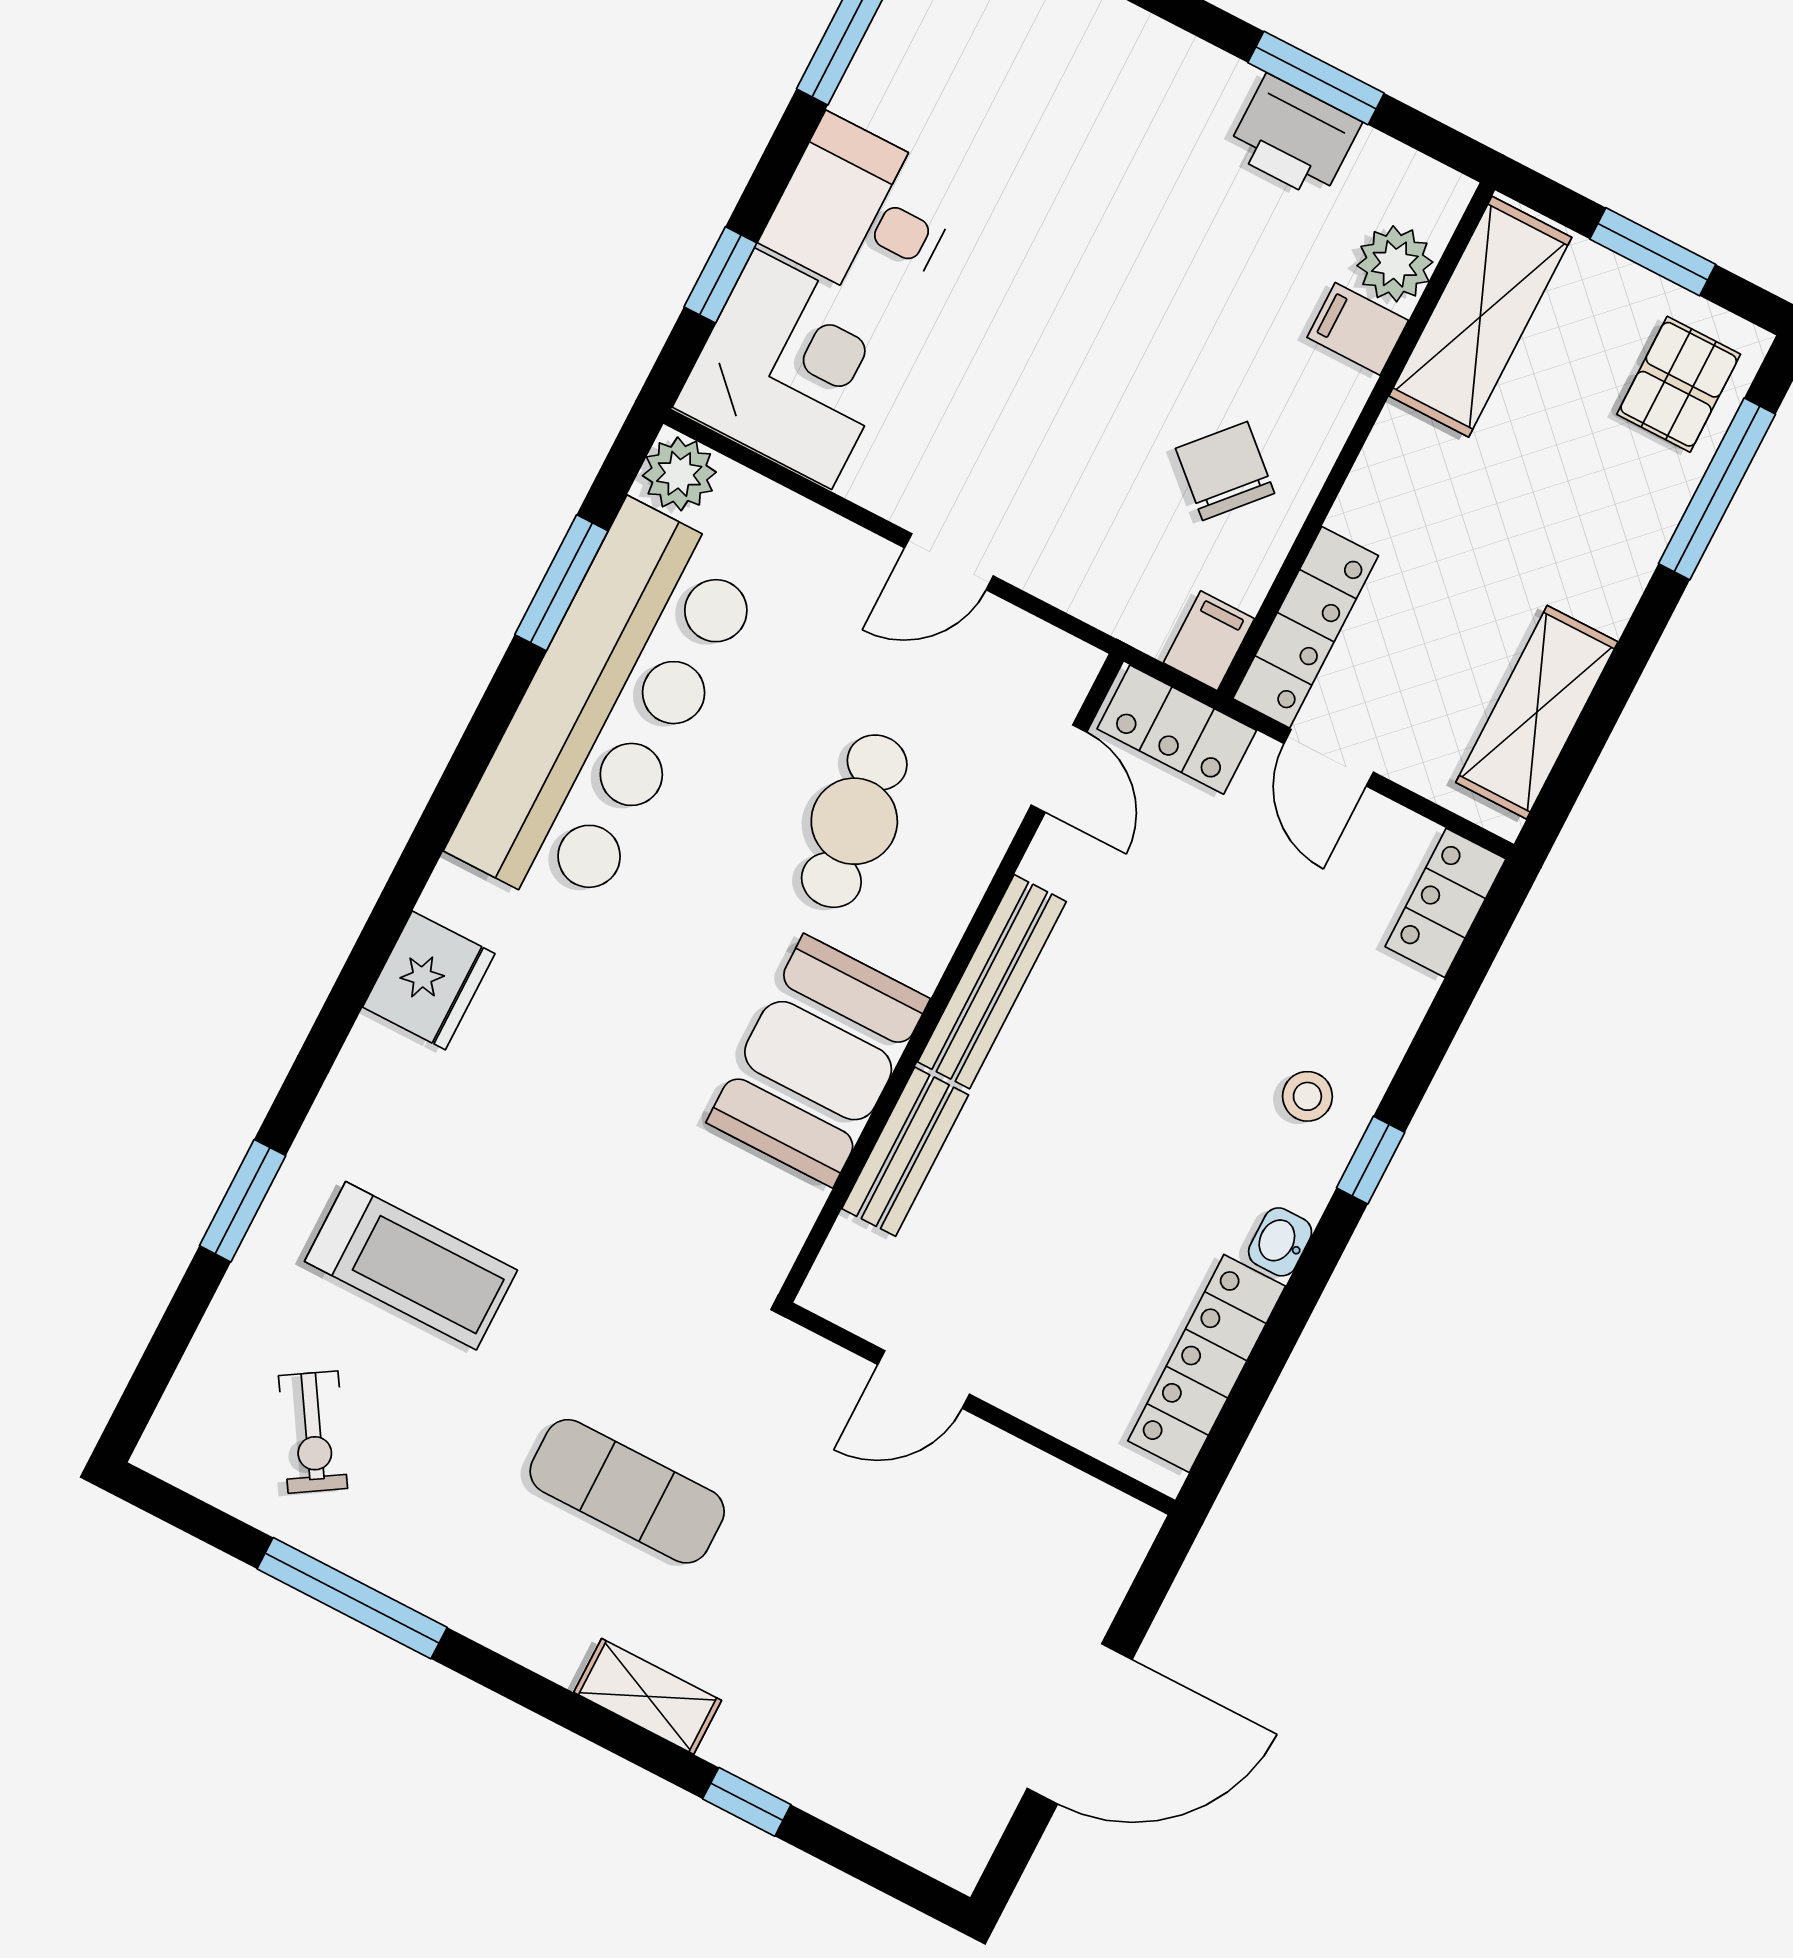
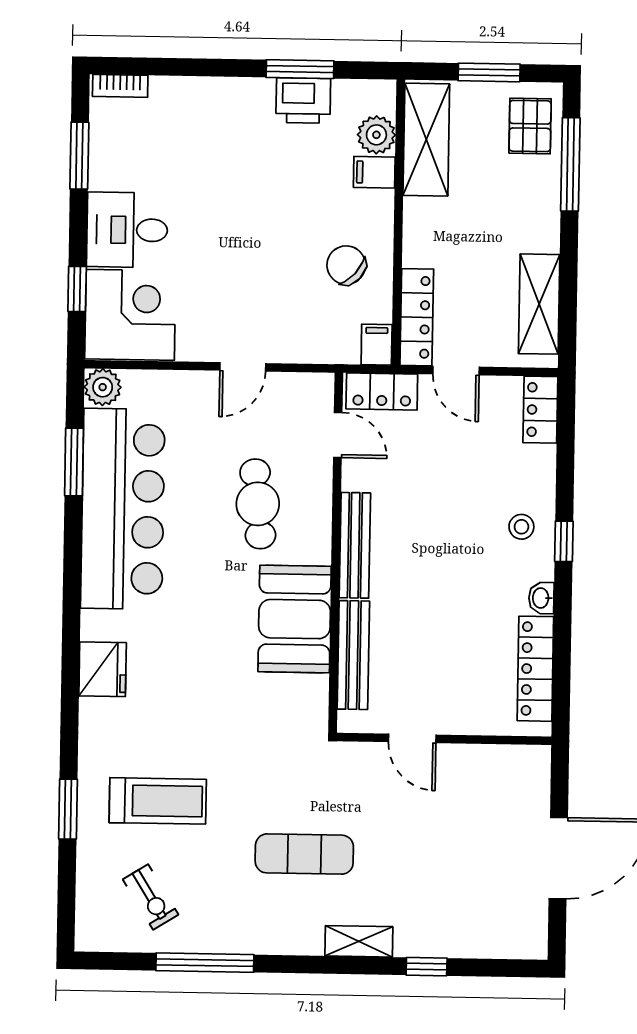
bench: (905, 1152) -> (353, 655), width x1.36
door: (924, 1379) -> (412, 738), hinge flipped

